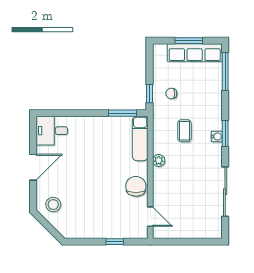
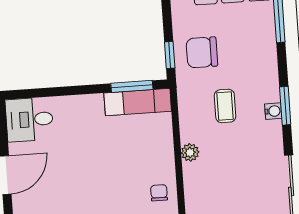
chair: (171, 93) -> (202, 52), width x1.87, depth x1.87
exam couch: (140, 138) -> (138, 102), moved, turned -90
chair: (136, 186) -> (159, 193), width x0.54, depth x0.54

